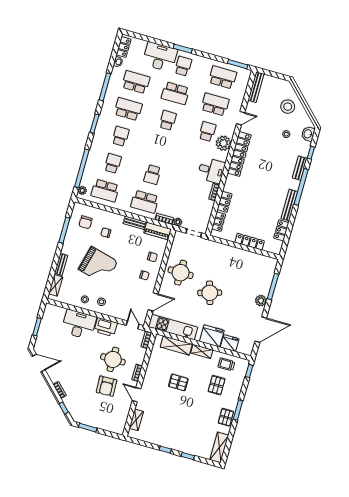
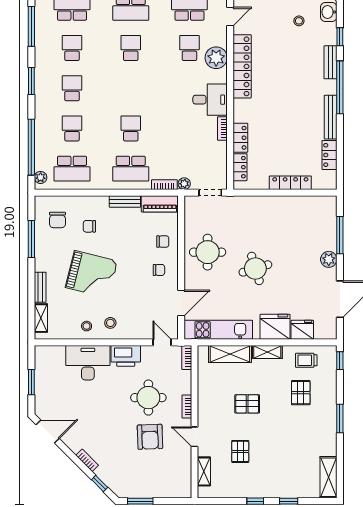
school desk: (128, 109) -> (72, 48), width x0.54
school desk: (152, 175) -> (131, 128), turned 180
pallet: (226, 417) -> (240, 451), moved

